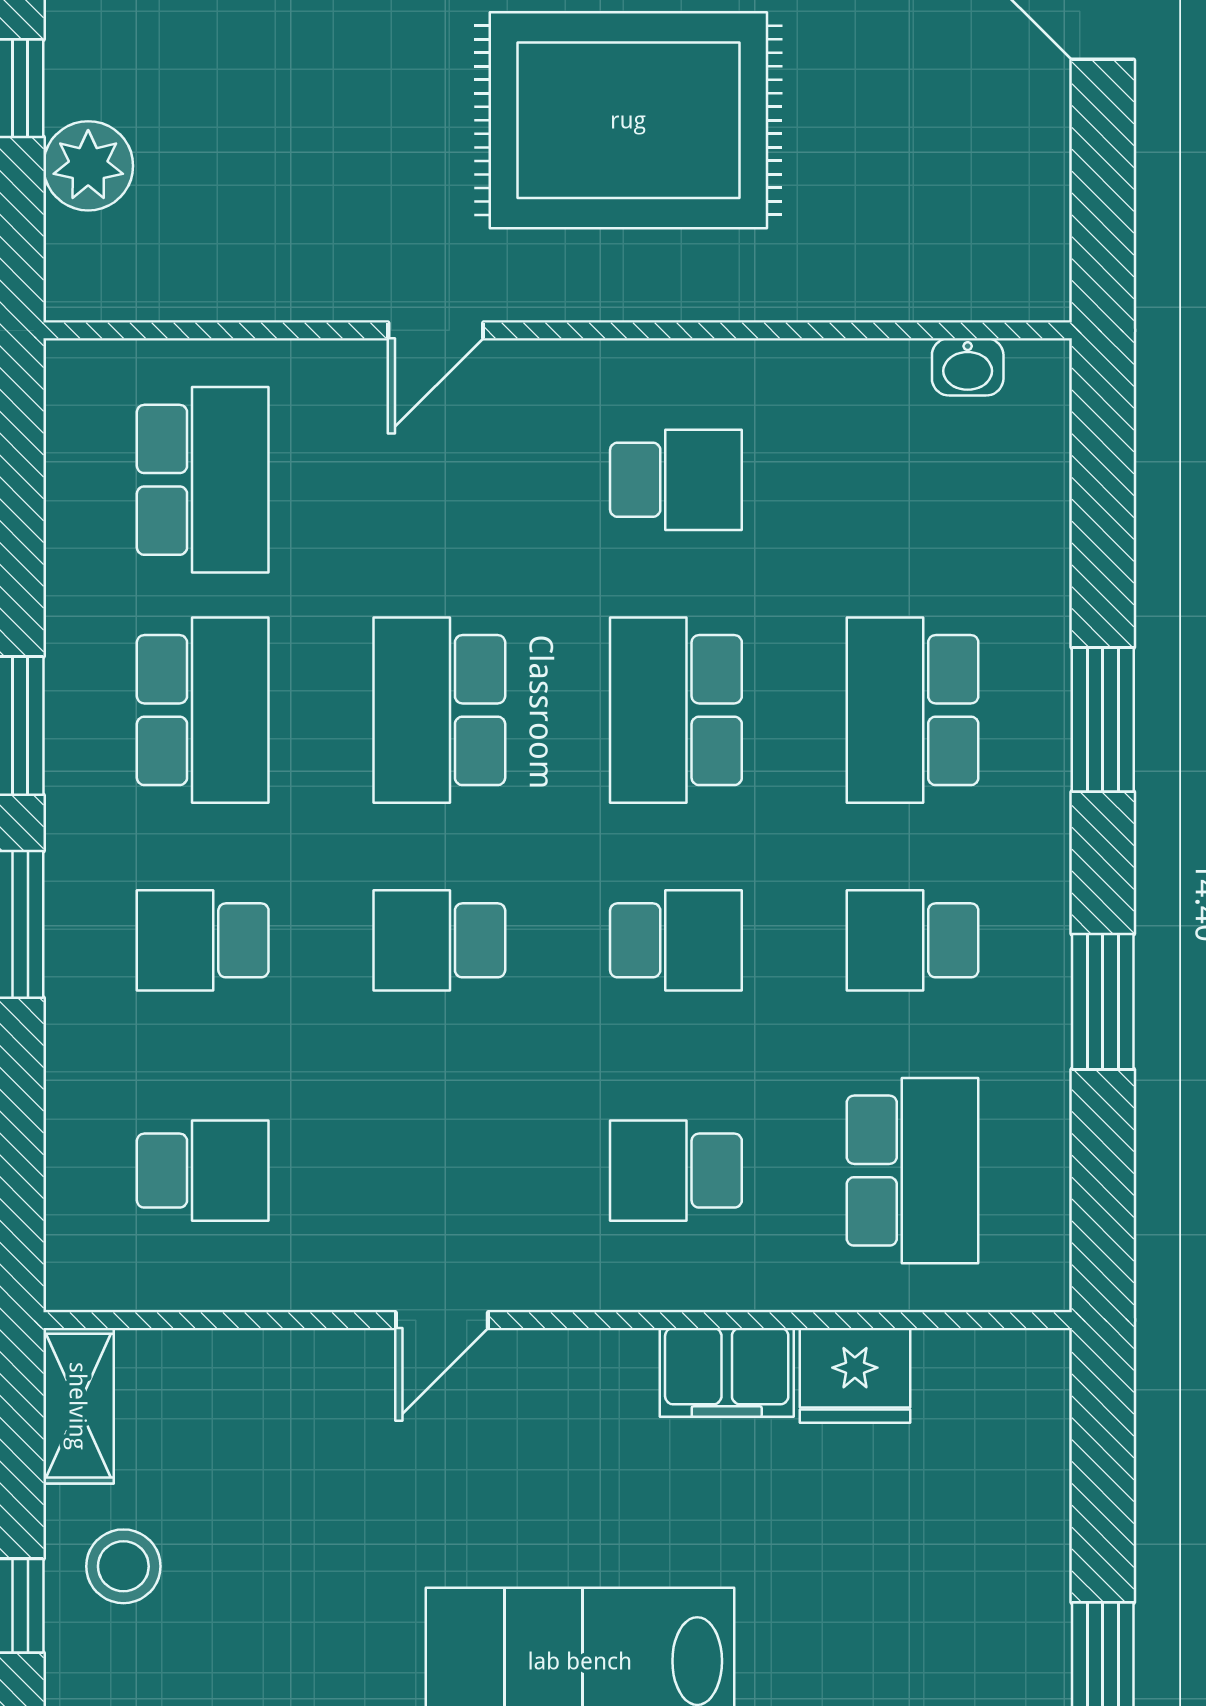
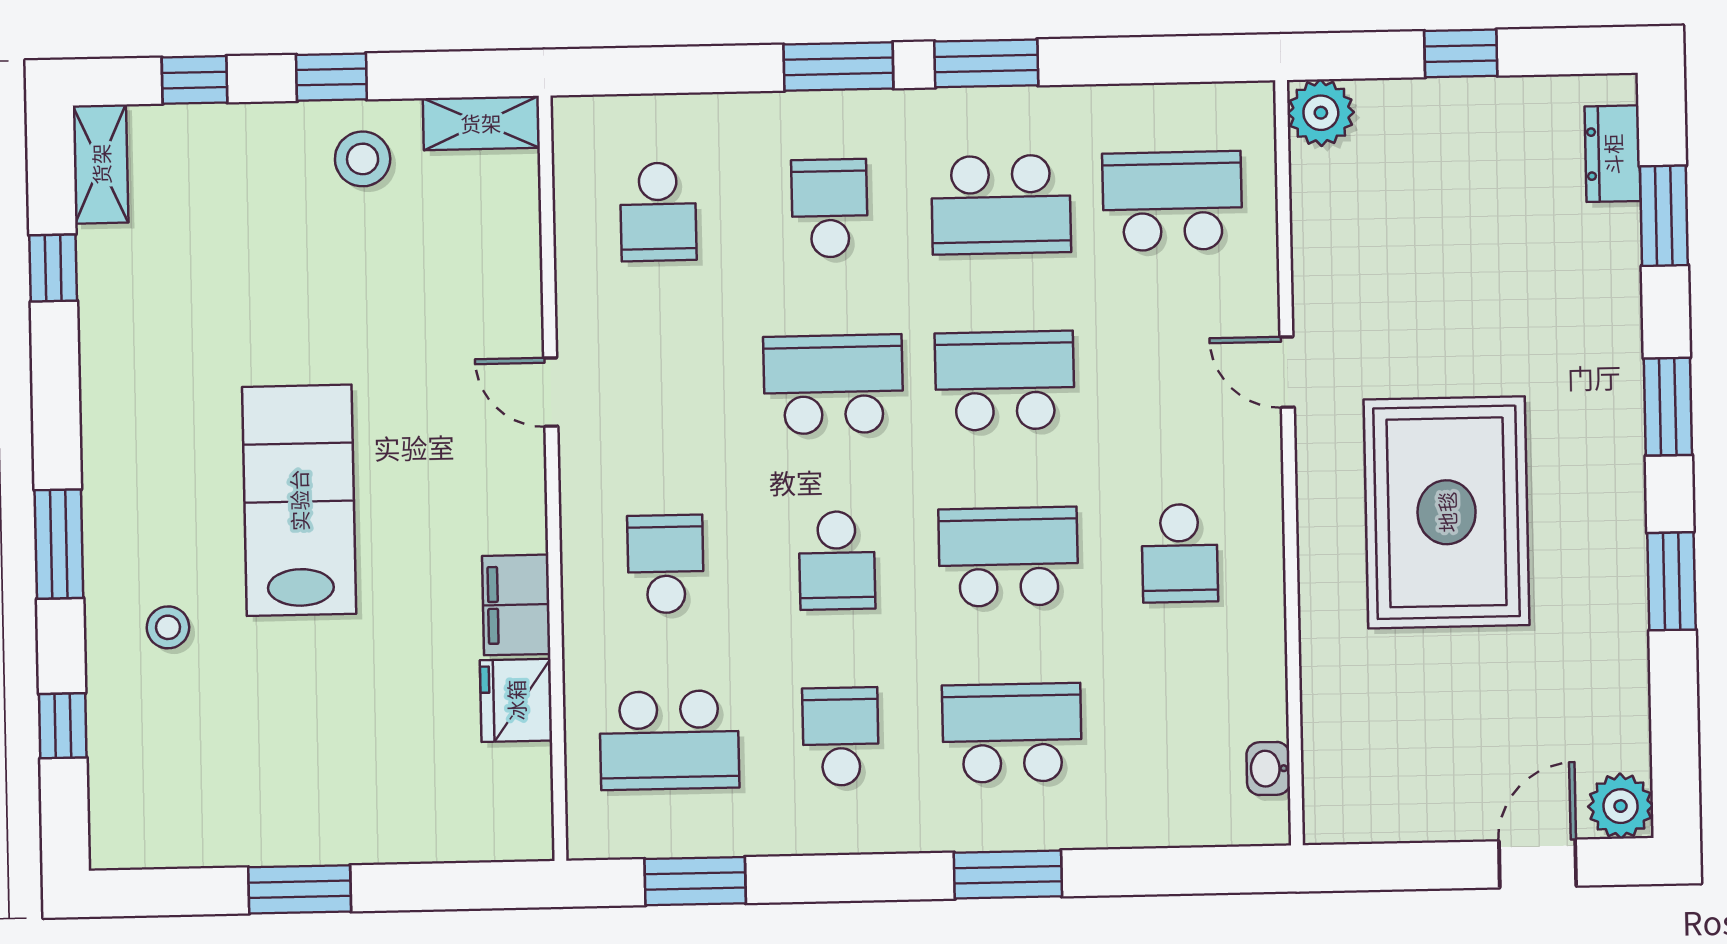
plant: (88, 166) -> (1321, 113), moved
school desk: (203, 480) -> (1172, 201), turned 180
school desk: (439, 940) -> (833, 384), width x1.85
window: (1103, 1002) -> (695, 881), moved

